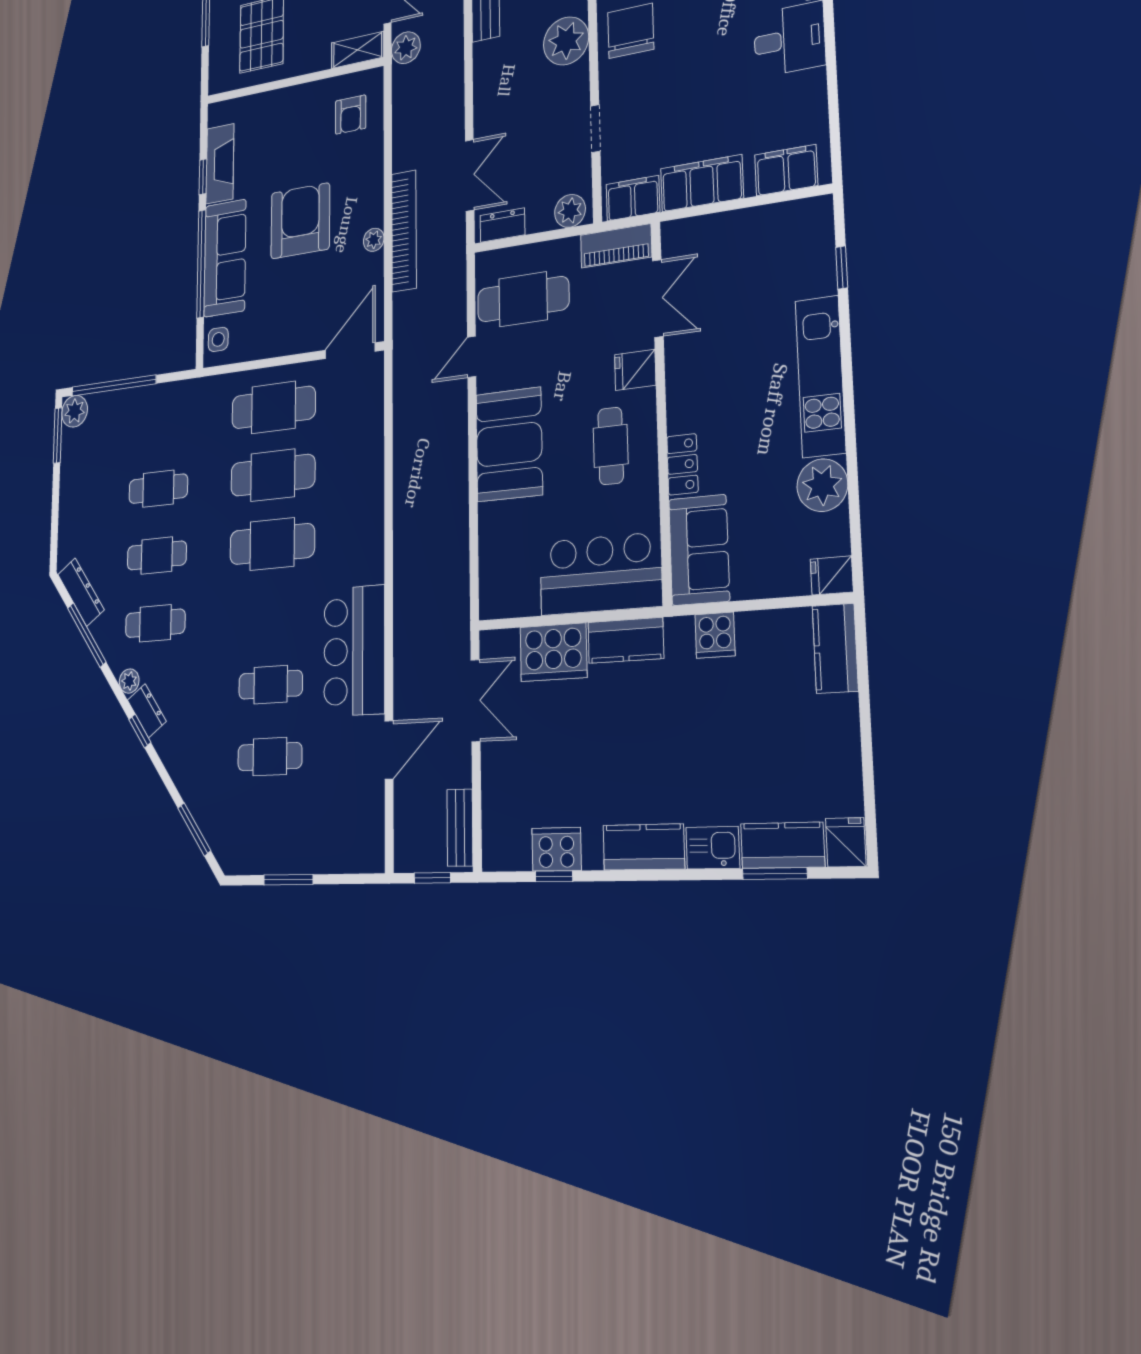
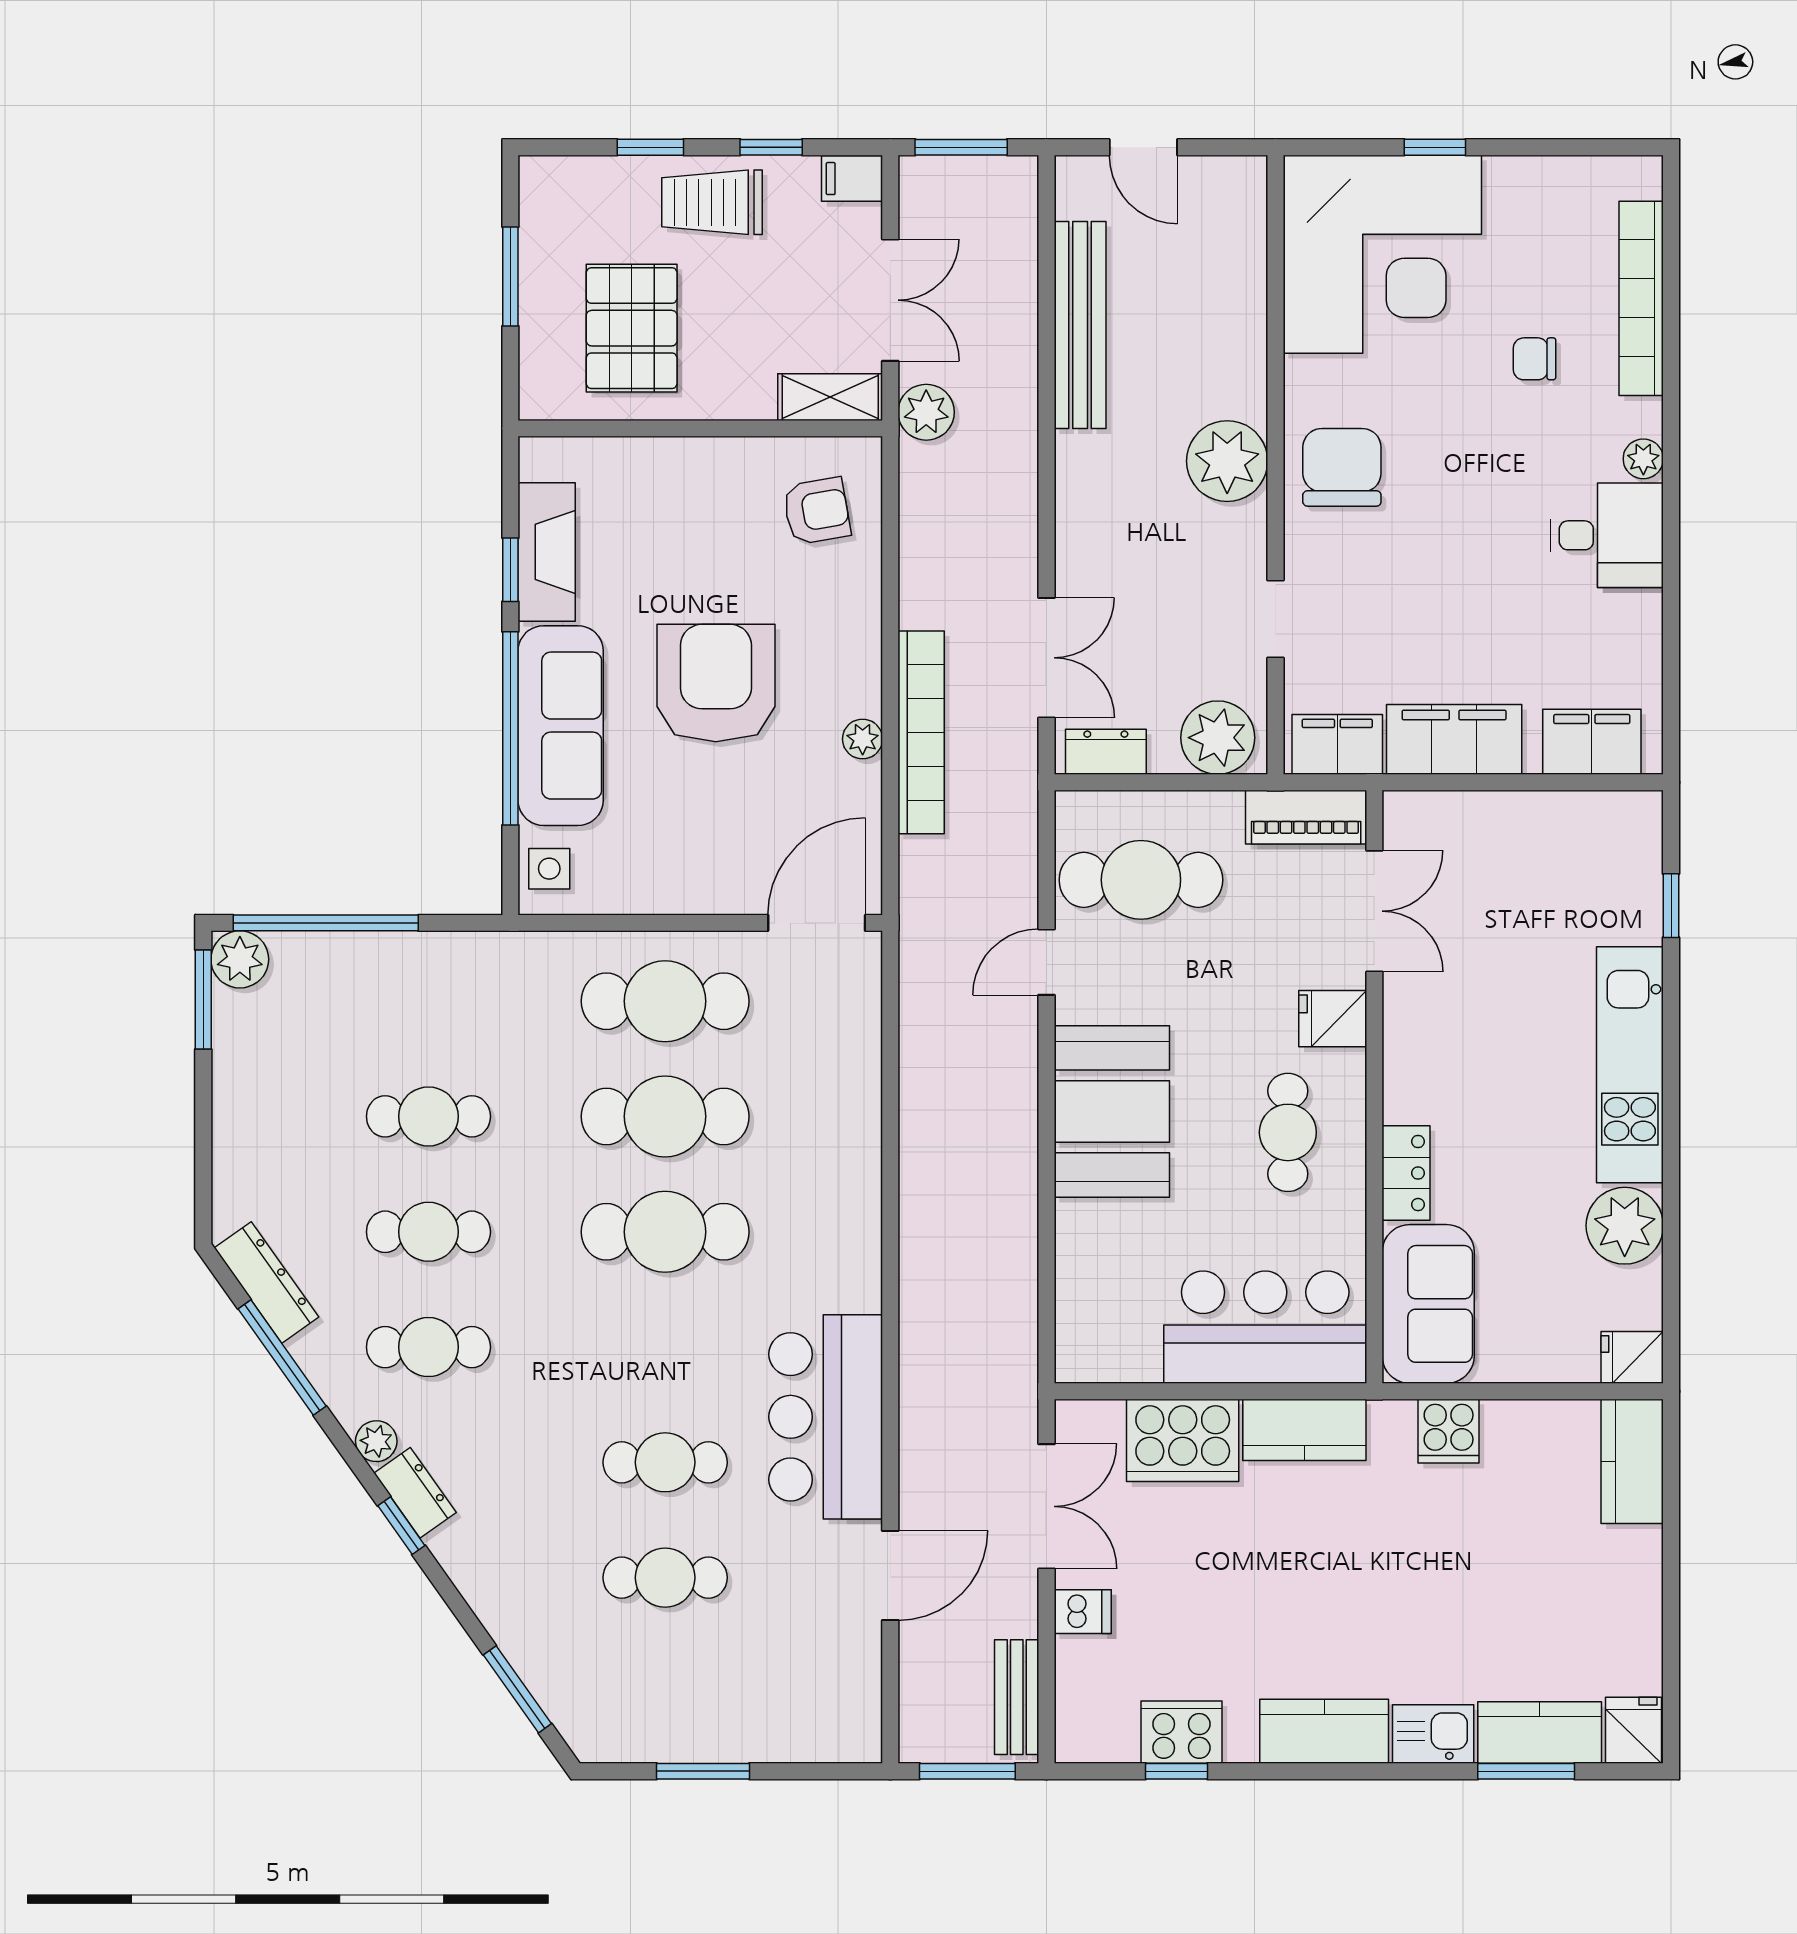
armchair: (351, 115) -> (817, 511), turned -100
plant: (570, 211) -> (1218, 738), width x1.36, depth x1.36
dishwasher: (497, 769) -> (1083, 1612), added
window: (432, 878) -> (967, 1771), width x1.50

